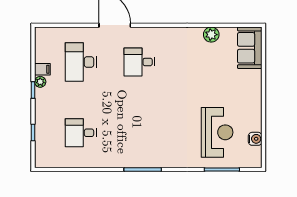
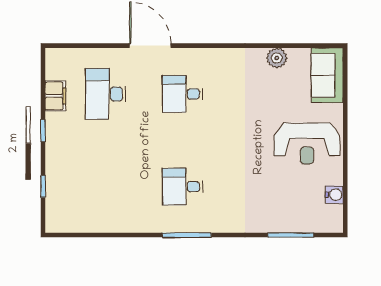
filing cabinet: (42, 69) -> (55, 96), width x2.00
plant: (40, 82) -> (52, 120), removed
reception desk: (217, 132) -> (307, 143), moved, turned 90
desk: (81, 133) -> (182, 187), moved

